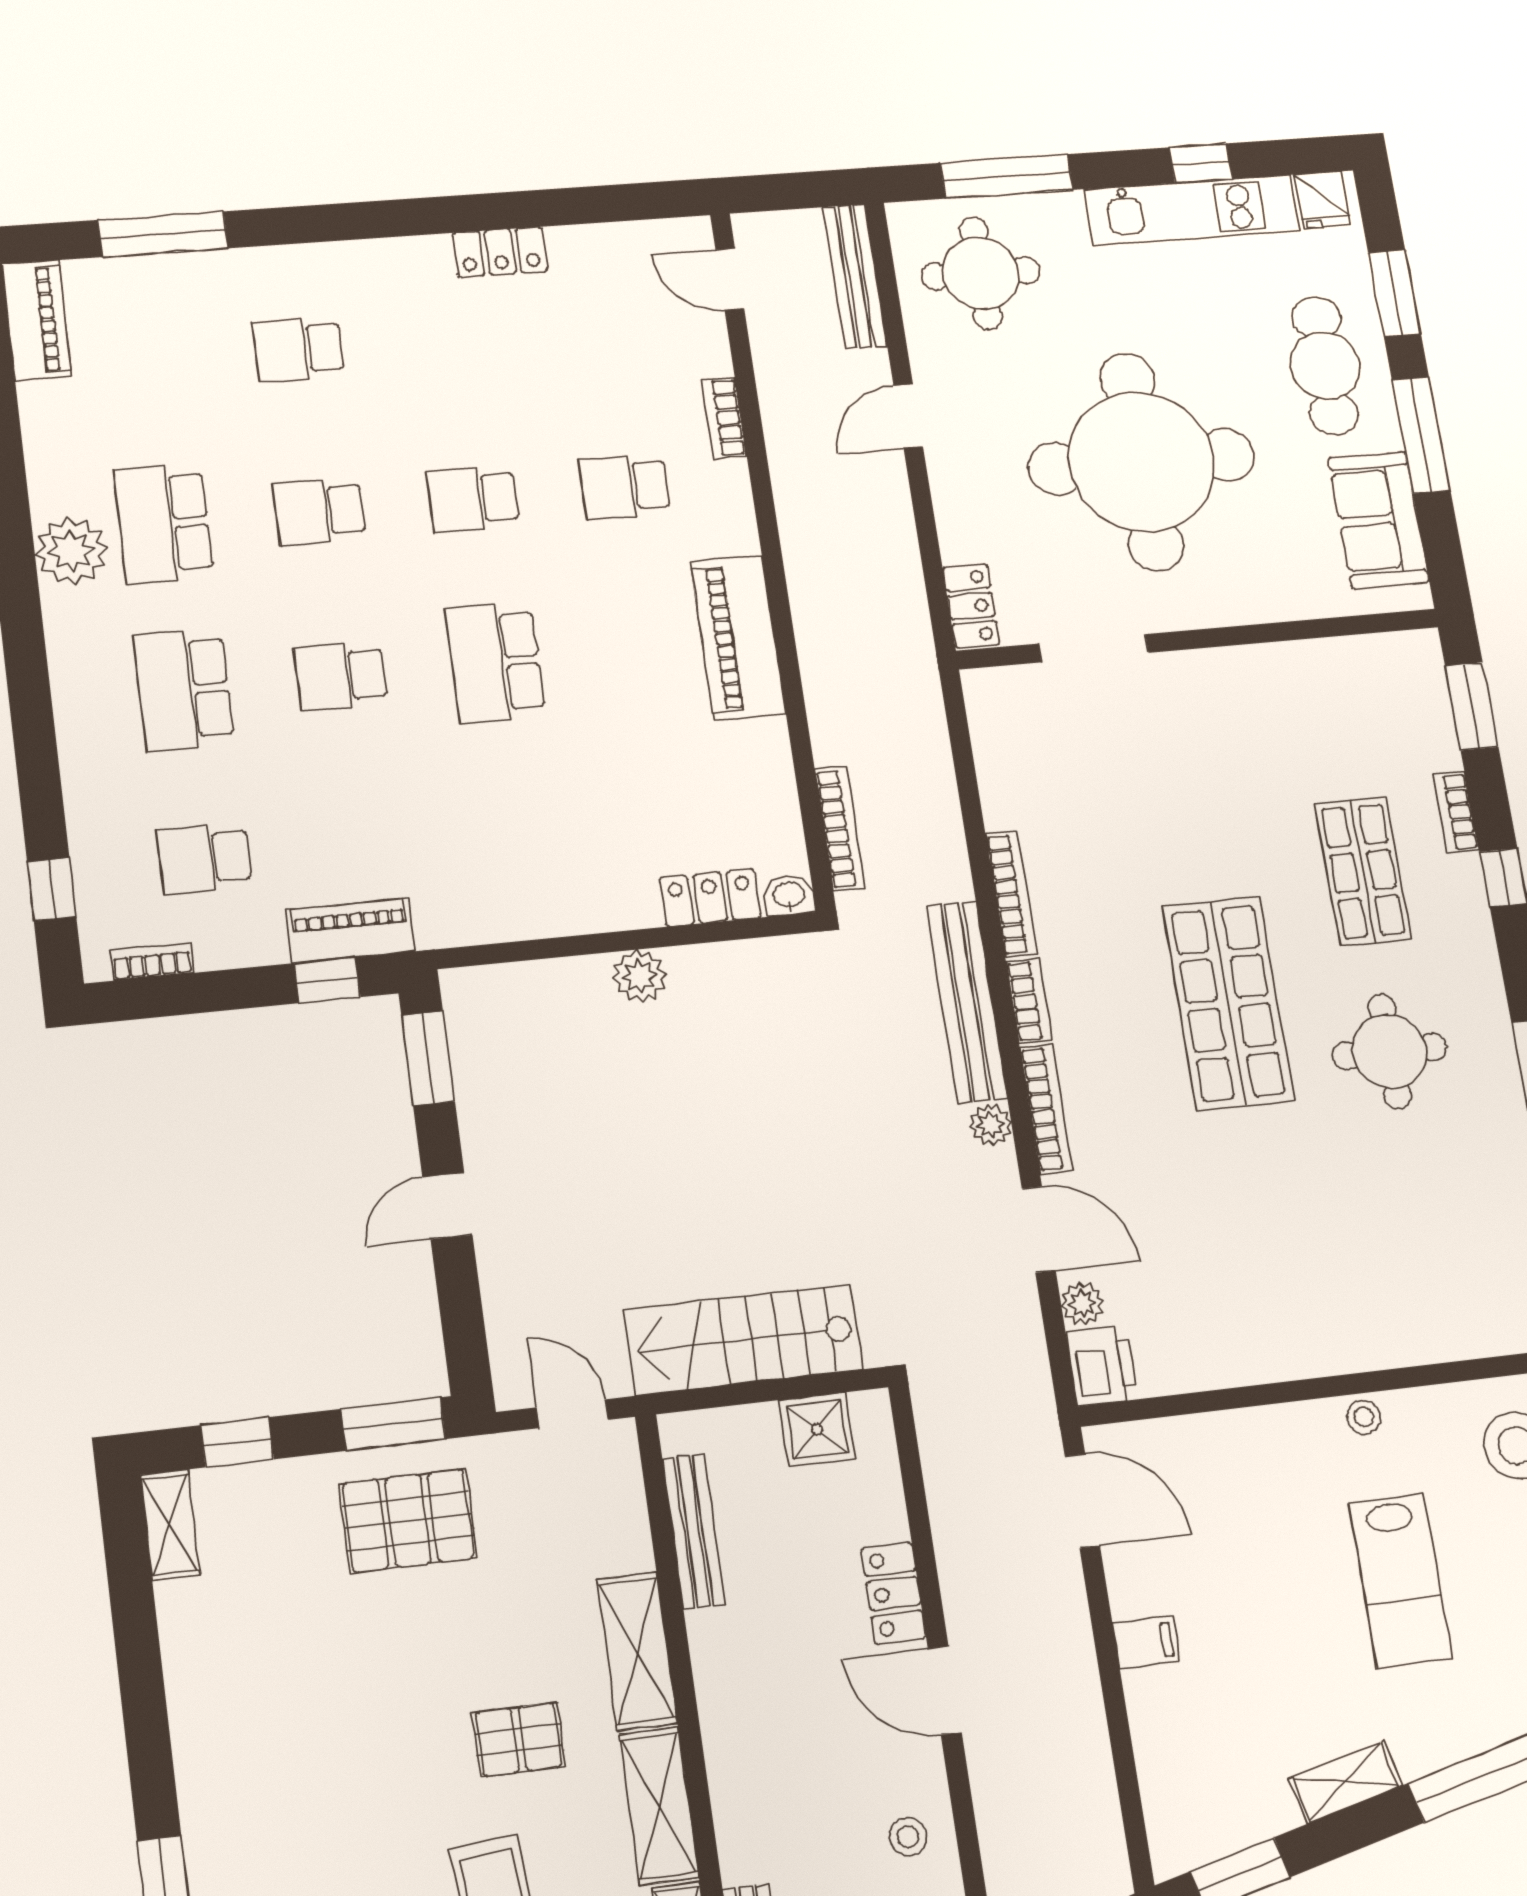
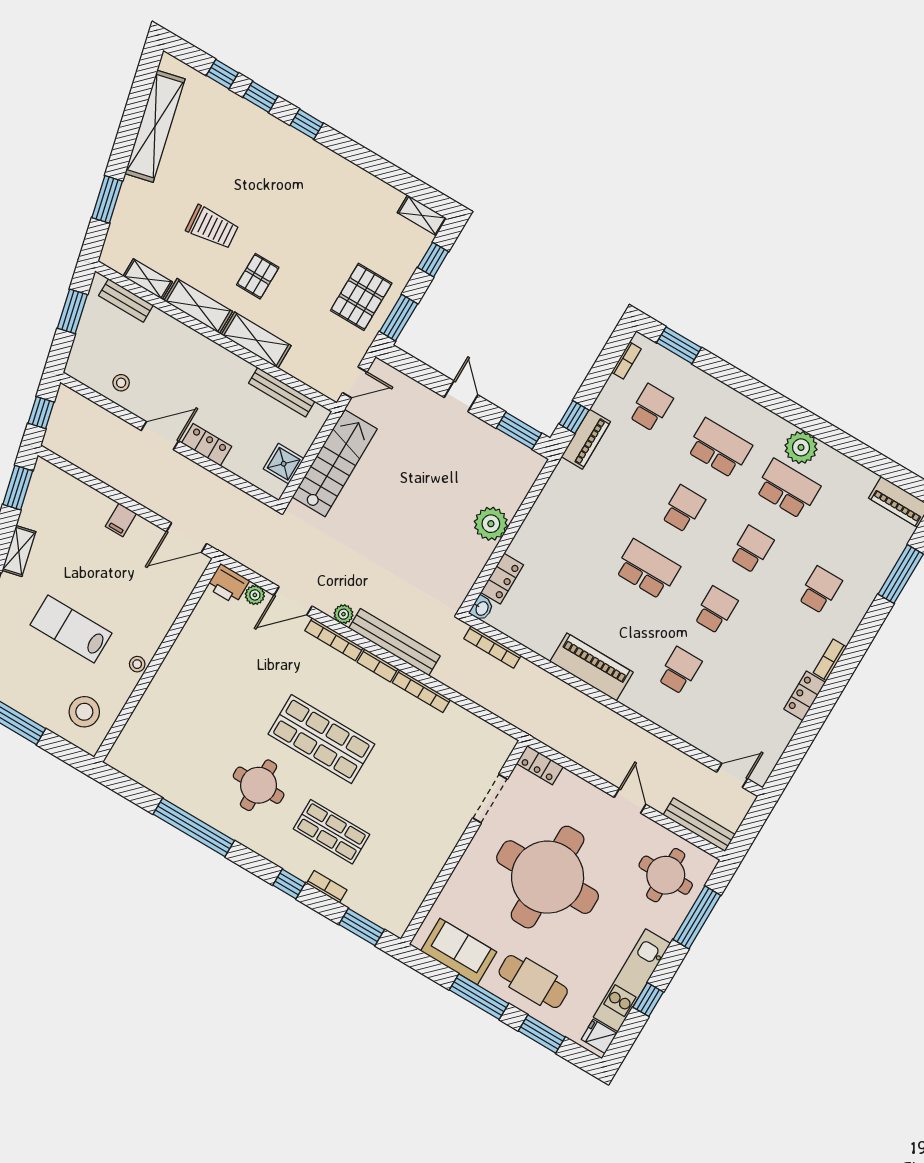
bookcase: (724, 418) -> (830, 660), moved, turned -90
window: (52, 889) -> (679, 345), width x1.50
plant: (639, 976) -> (491, 524), width x1.36, depth x1.36

